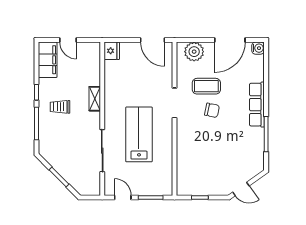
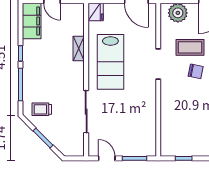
shelving: (95, 99) -> (79, 48), moved
trolley: (60, 107) -> (42, 109), moved
lab bench: (139, 134) -> (110, 62), moved, turned 180

